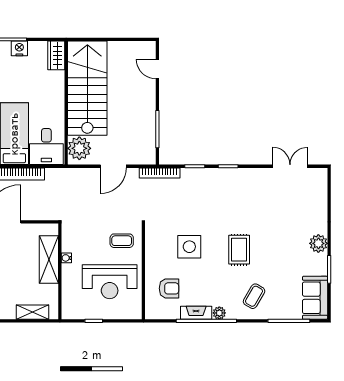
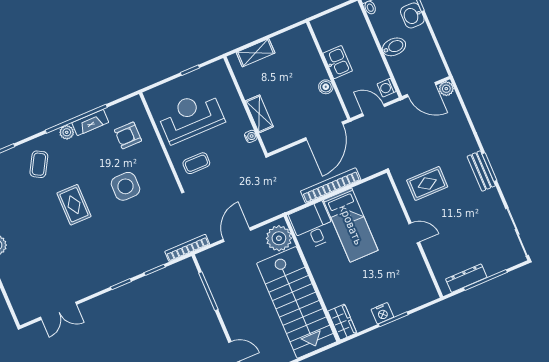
water cooler: (66, 258) -> (251, 136), moved
shelving: (49, 260) -> (259, 114), width x0.67, depth x0.75

